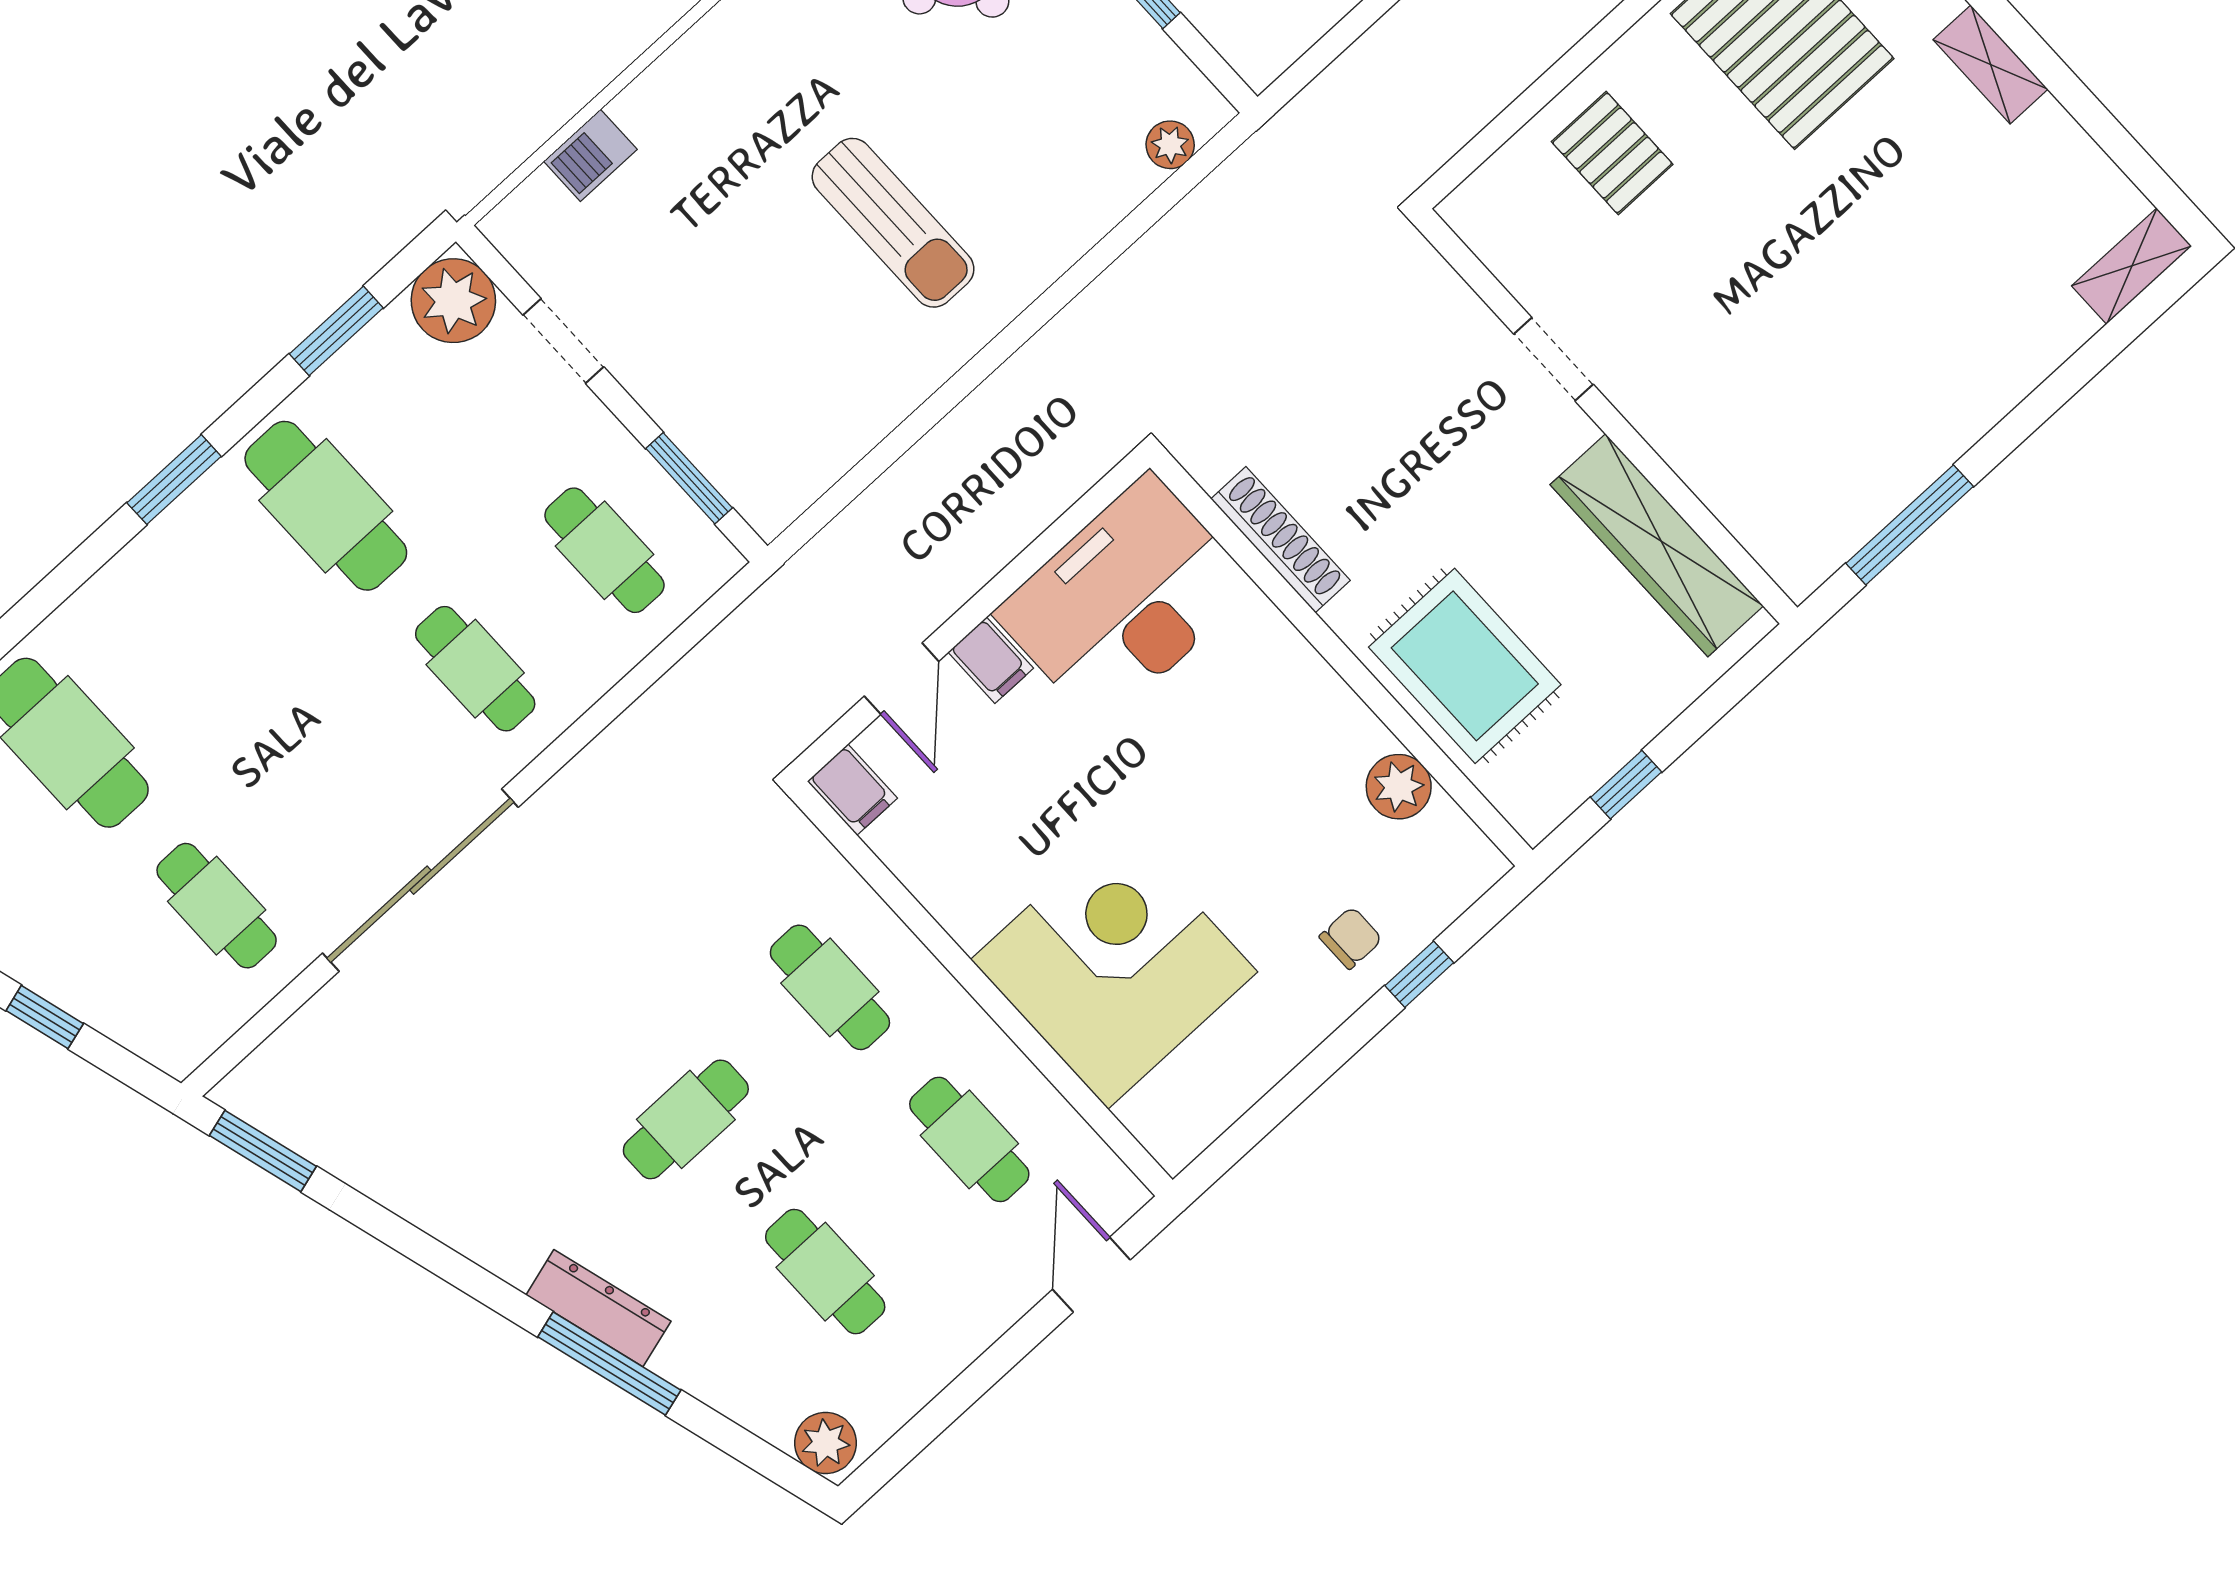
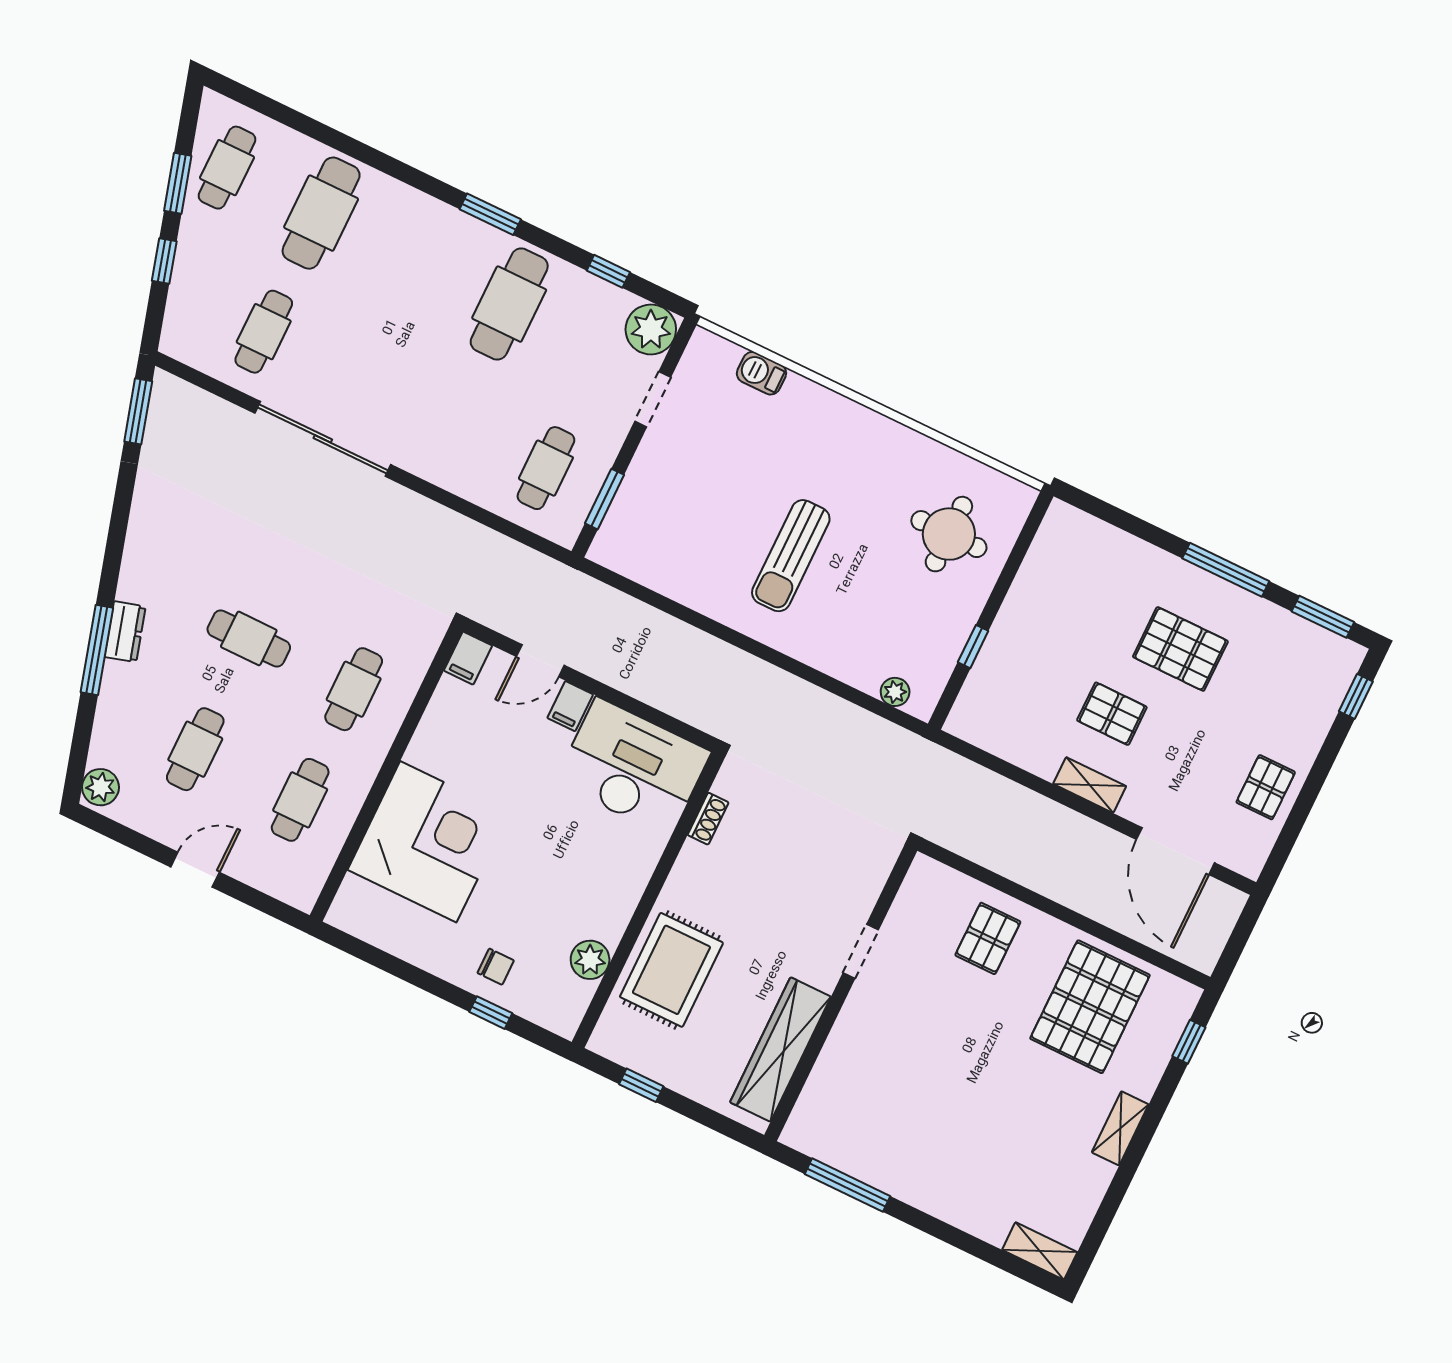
window: (336, 331) -> (608, 271), width x0.67
shoe rack: (1280, 540) -> (708, 819), width x0.51, depth x0.81
cafe table: (475, 669) -> (452, 423), removed
door: (1091, 1275) -> (195, 870), moved
dresser: (598, 1308) -> (125, 632), width x0.70

